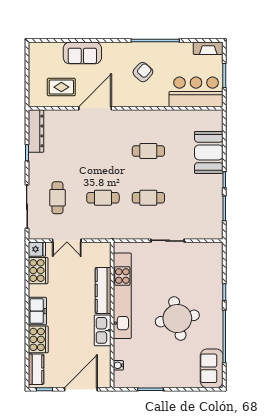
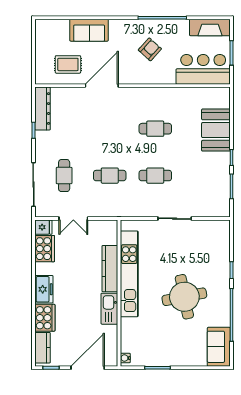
fireplace: (208, 48) -> (210, 28), width x1.37, depth x1.32
water cooler: (118, 365) -> (125, 358), moved

